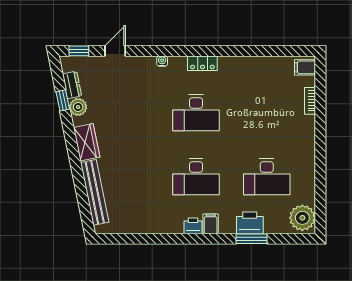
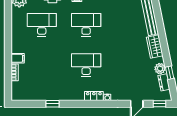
window: (250, 51) -> (53, 104), added
locker: (202, 63) -> (94, 96), moved
filing cabinet: (305, 67) -> (18, 58), moved

